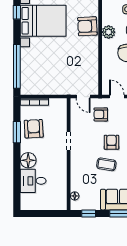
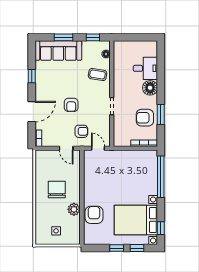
armchair: (87, 26) -> (94, 215), turned -87
armchair: (34, 129) -> (145, 118), turned 93
coffee table: (106, 164) -> (98, 75), moved

